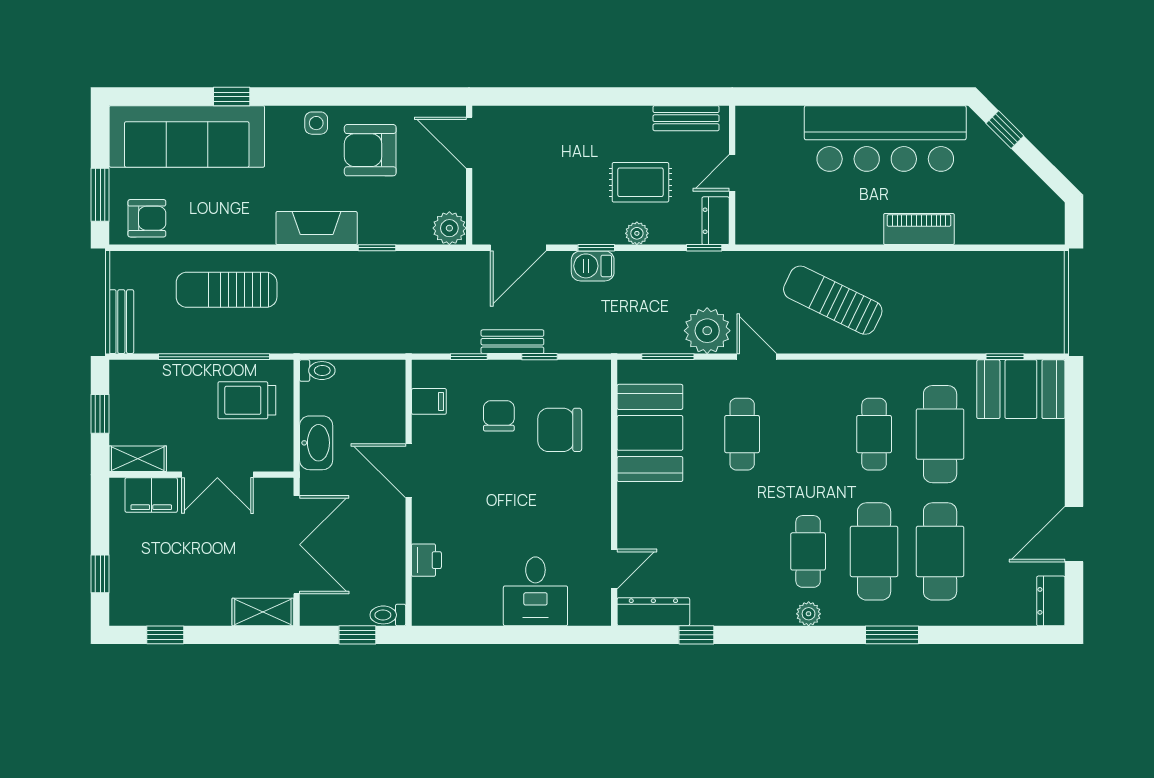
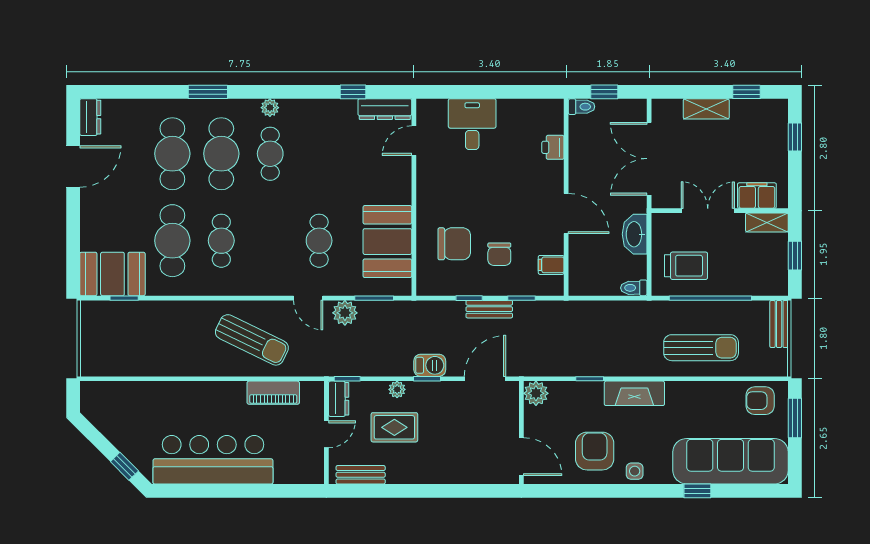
armchair: (370, 150) -> (595, 451), turned -90
piano: (919, 229) -> (273, 393), moved
plant: (707, 331) -> (345, 313), width x0.73, depth x0.73
shelving: (263, 612) -> (706, 109), moved

